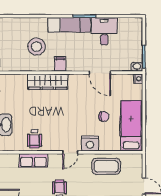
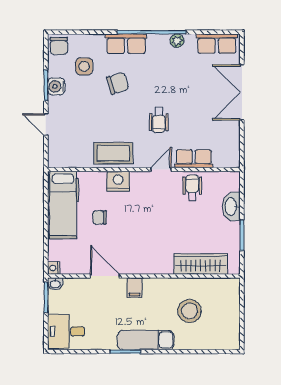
desk: (104, 31) -> (66, 331), moved, turned 90
filing cabinet: (60, 64) -> (135, 288), moved
wardrobe: (48, 82) -> (201, 264), moved
door: (70, 152) -> (161, 170), moved
coffee table: (106, 166) -> (113, 153), moved

